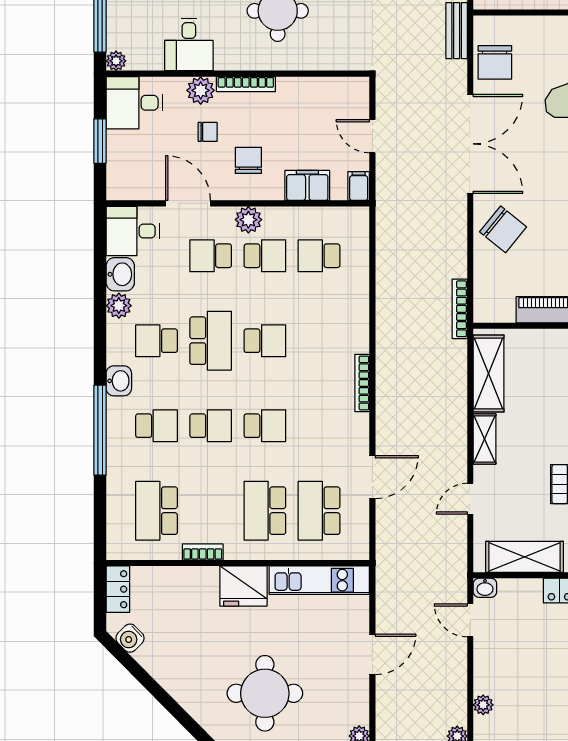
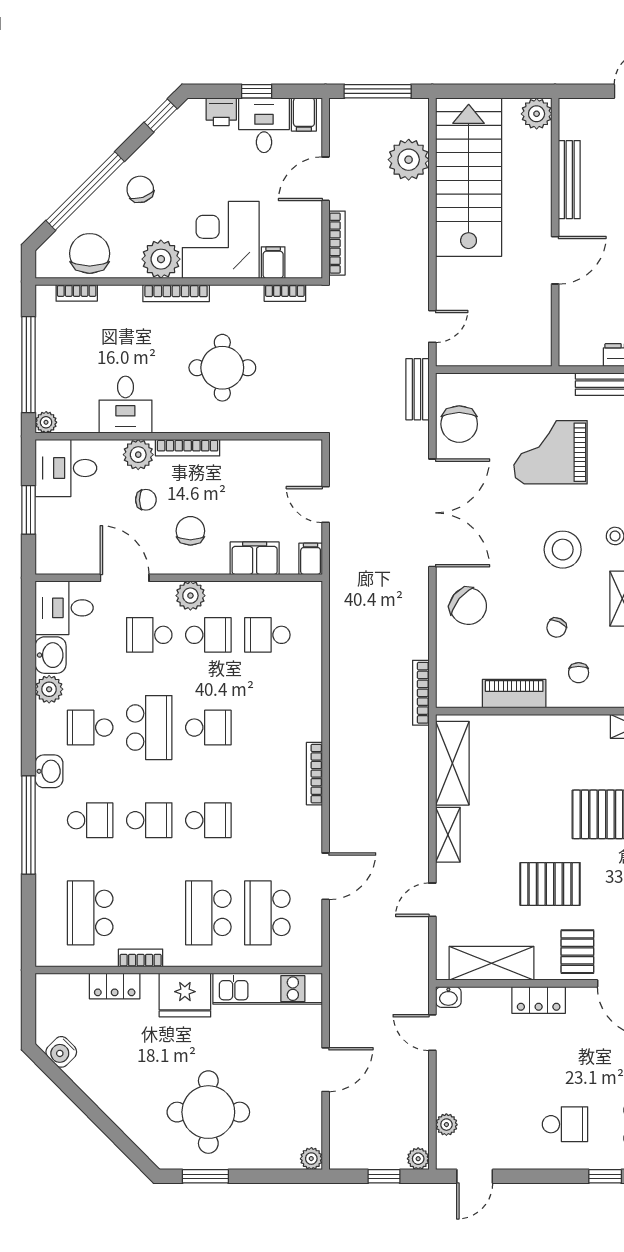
locker: (118, 589) -> (115, 986), moved, turned 90

